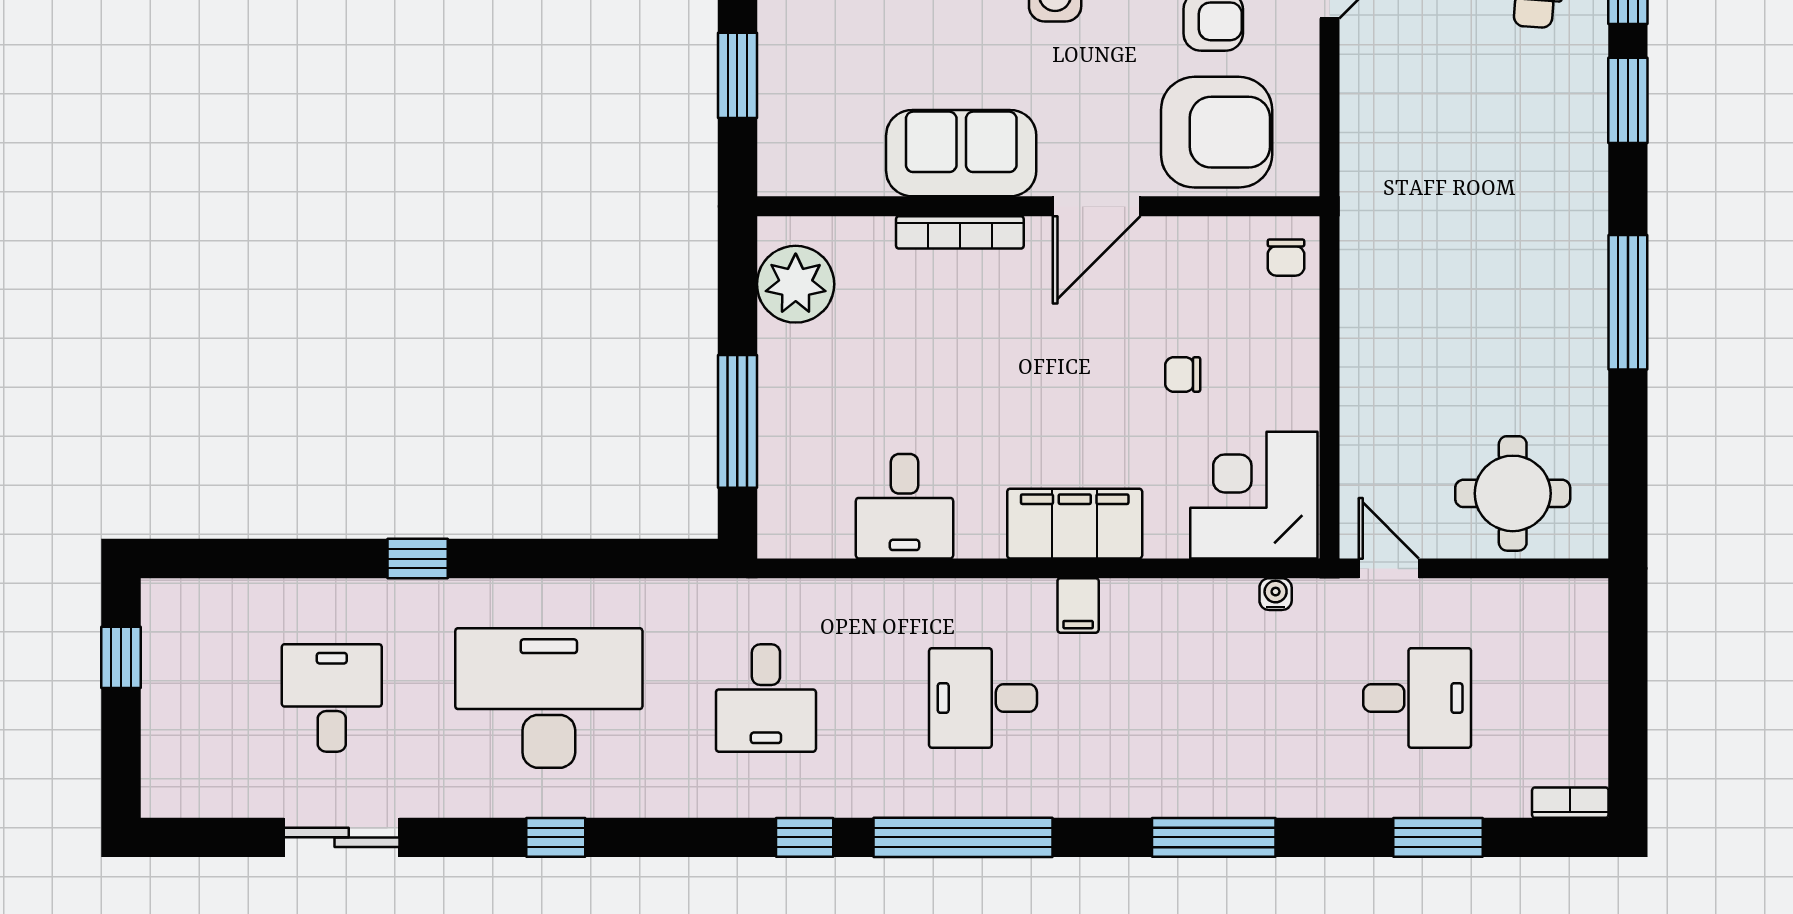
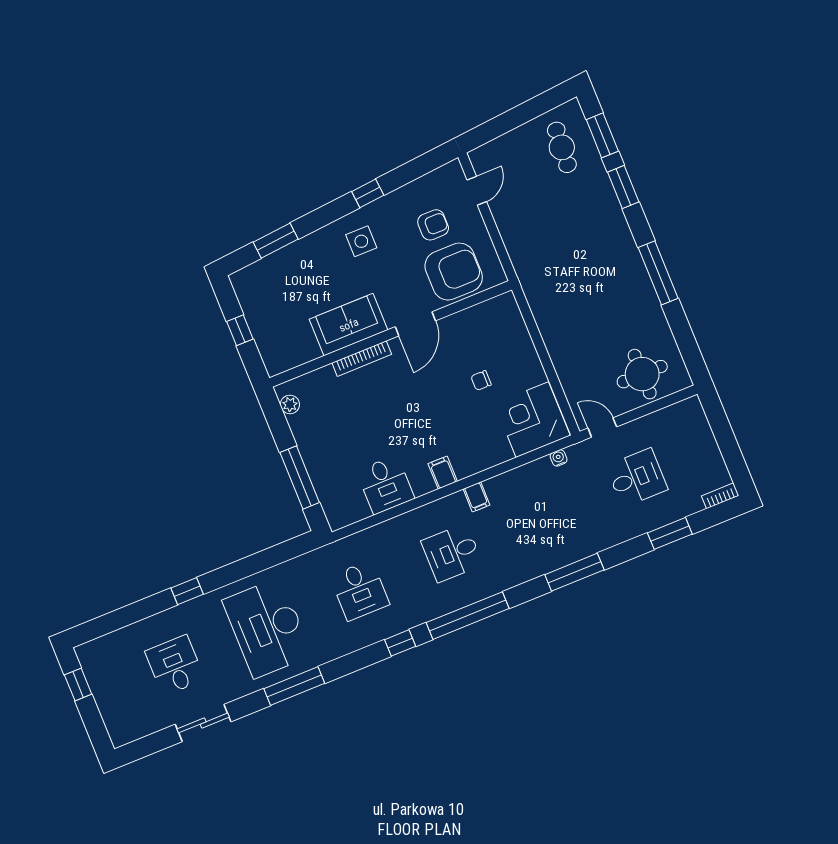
window: (737, 75) -> (240, 330), width x0.67
chair: (1286, 258) -> (505, 313), removed
plant: (796, 284) -> (290, 404), width x0.53, depth x0.53
filing cabinet: (1075, 524) -> (443, 473), width x0.33, depth x0.86
desk: (549, 698) -> (267, 628), turned -90
window: (556, 837) -> (294, 686), width x2.17

